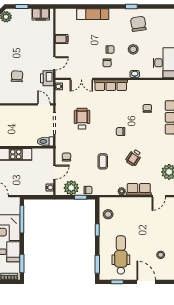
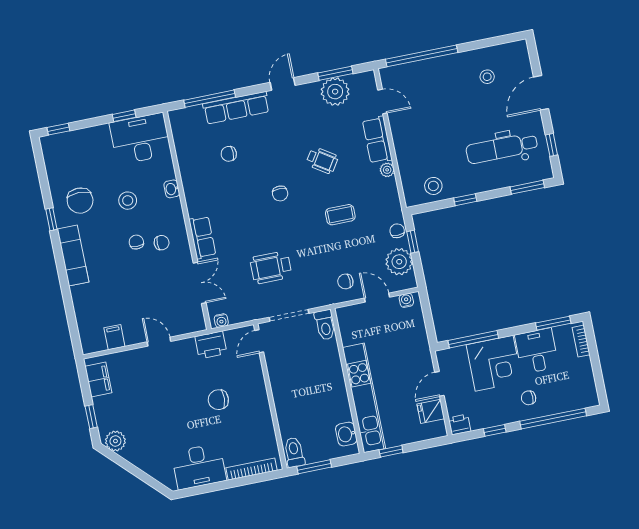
exam couch: (93, 14) -> (73, 256), moved
chair: (138, 24) -> (80, 201), turned -82
filing cabinet: (62, 39) -> (114, 337), moved
door: (54, 63) -> (159, 342), moved
row of seats: (111, 85) -> (202, 237), width x0.68

